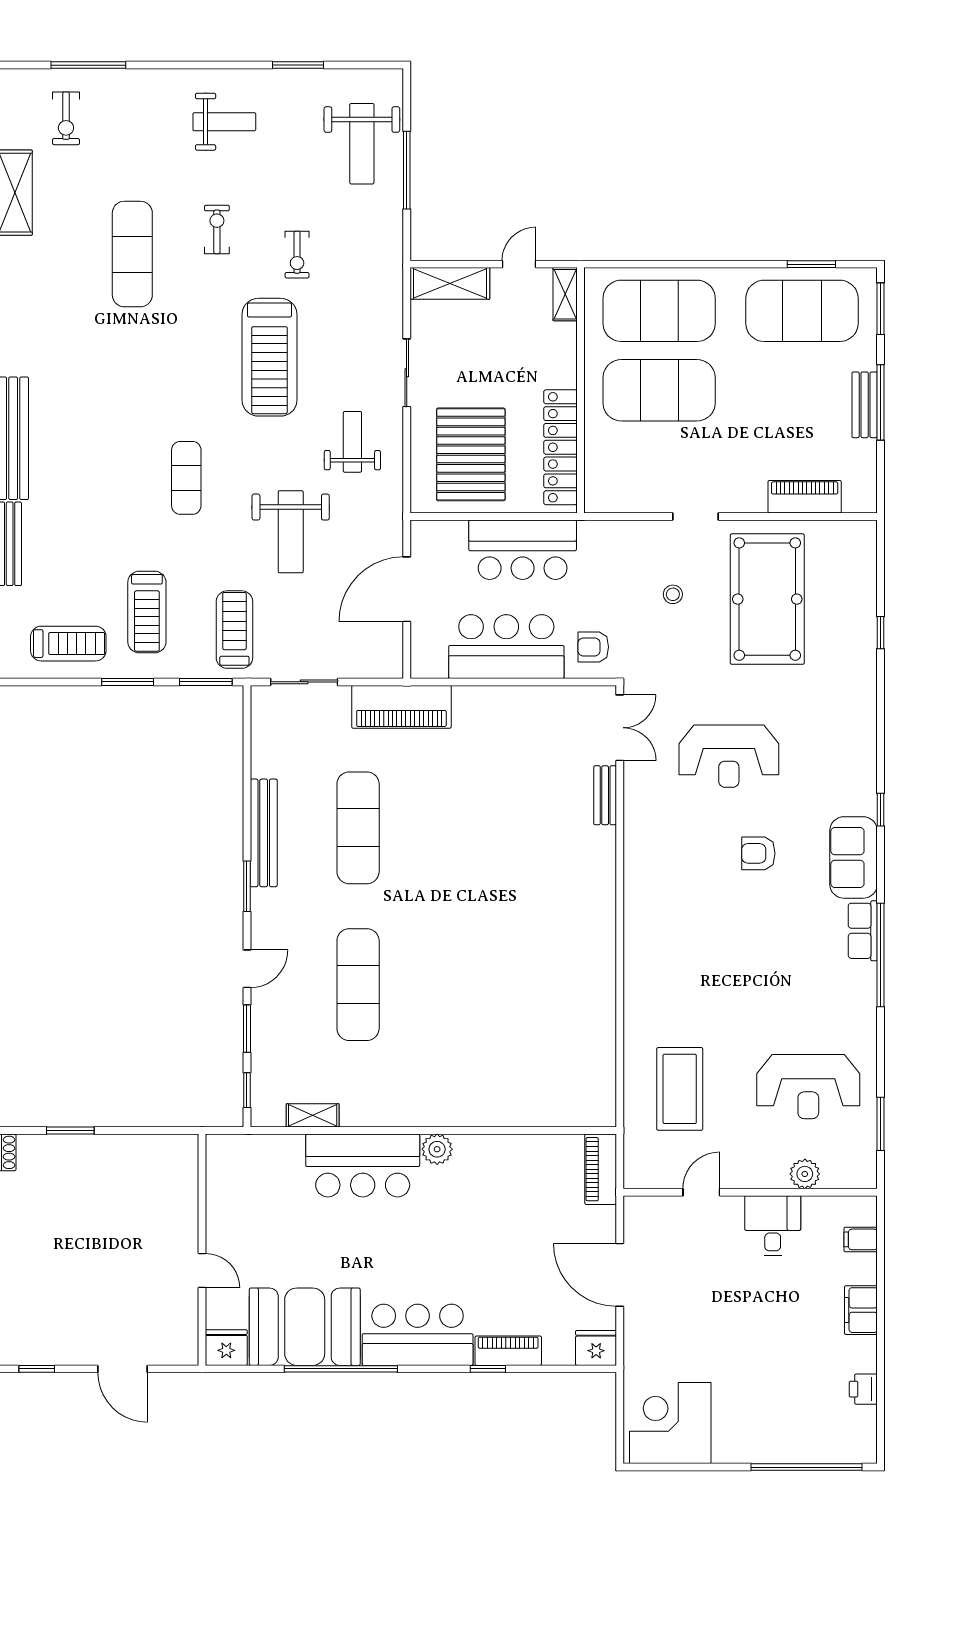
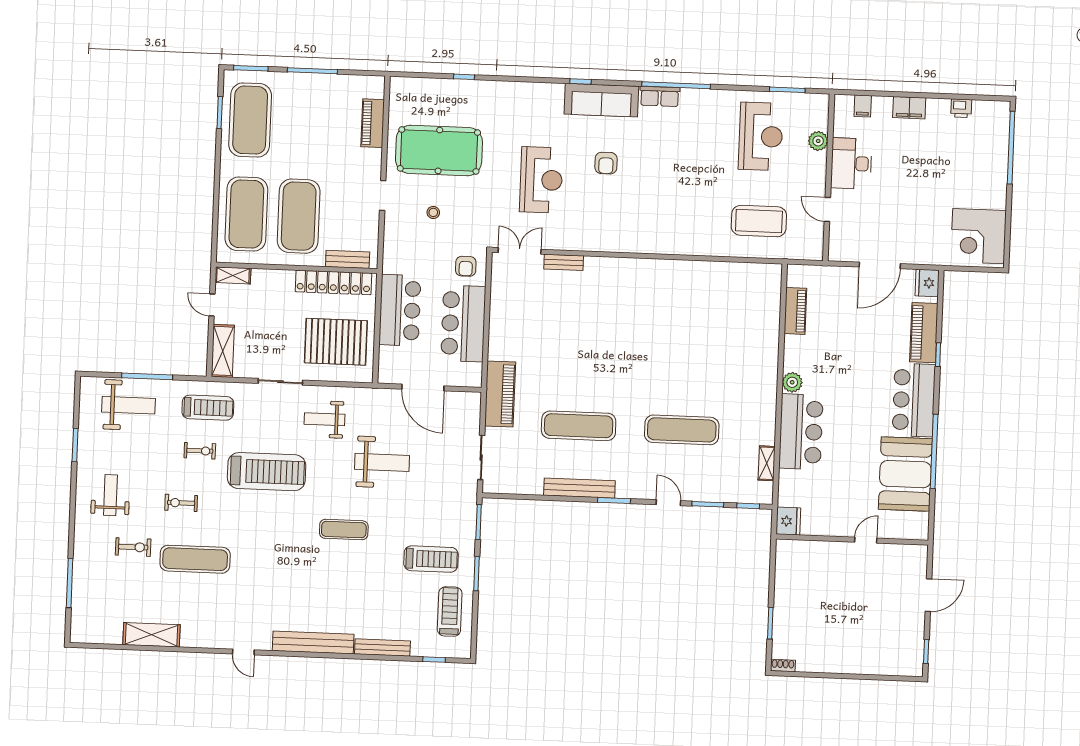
exercise bike: (66, 118) -> (133, 547), moved
bench: (865, 405) -> (348, 259), moved
treadmill: (234, 630) -> (208, 408), moved, turned 180
sofa: (854, 857) -> (601, 100), width x1.36
piano: (601, 1169) -> (795, 311), moved, turned -90
desk: (773, 1226) -> (851, 163), width x1.37
fridge: (226, 1348) -> (788, 521), moved, turned 180
piano: (508, 1351) -> (924, 333), width x1.37, depth x1.33

